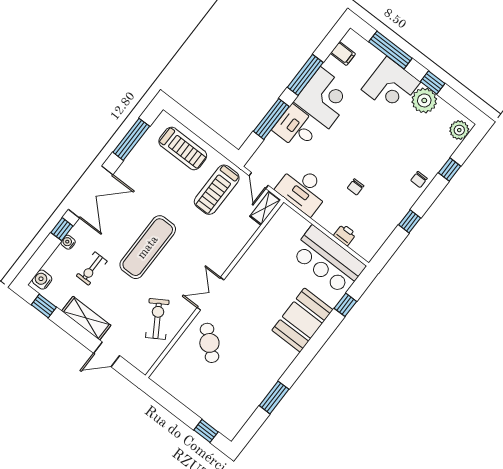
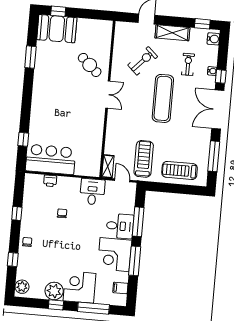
desk: (303, 190) -> (92, 192), width x0.73
exercise bike: (157, 319) -> (143, 61), moved, turned -105
booth: (302, 320) -> (57, 29), moved, turned 90

